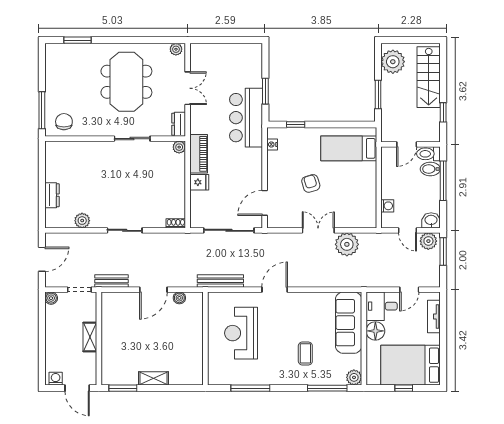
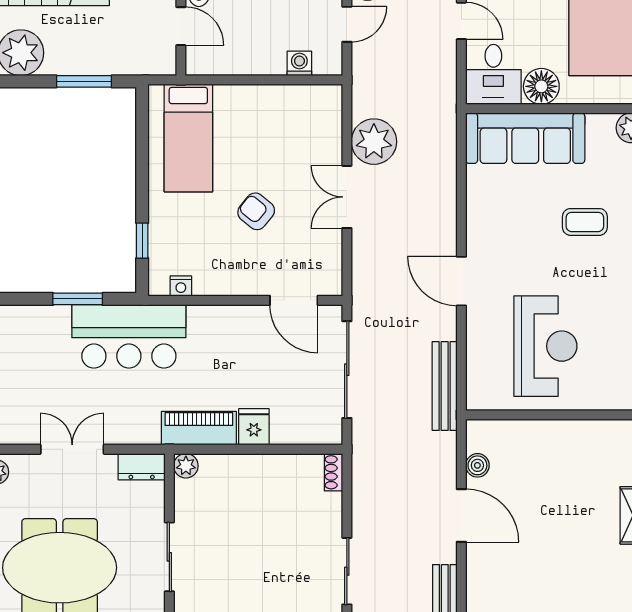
armchair: (311, 183) -> (256, 211), turned 56
reception desk: (241, 333) -> (545, 346), turned -90

